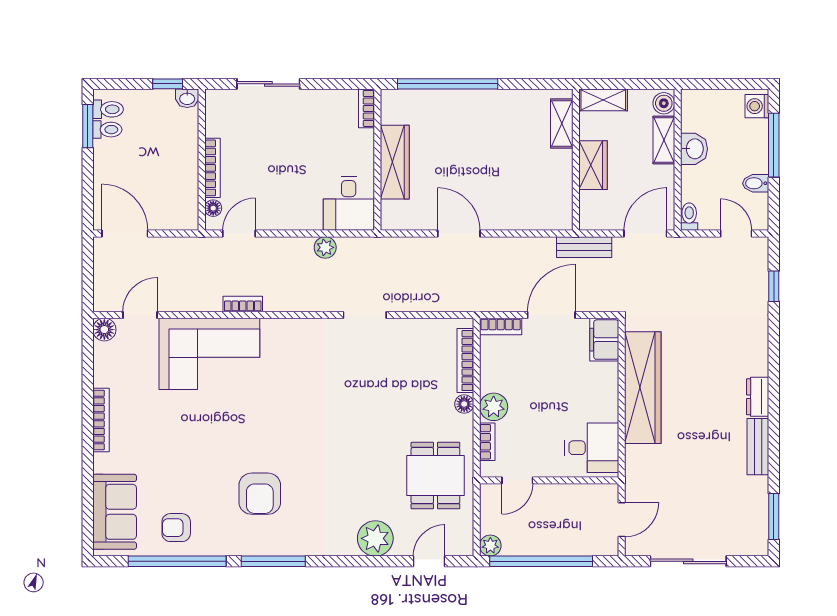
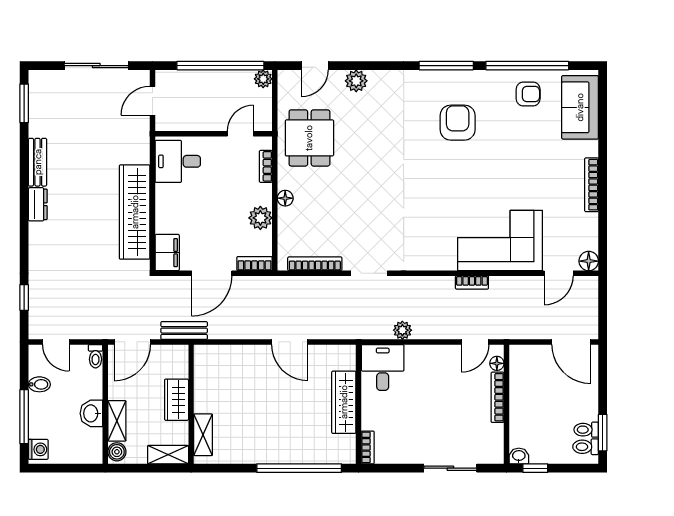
bookcase: (465, 361) -> (315, 264), moved, turned -90
plant: (494, 407) -> (260, 218), moved
plant: (375, 538) -> (356, 81), width x0.73, depth x0.73

